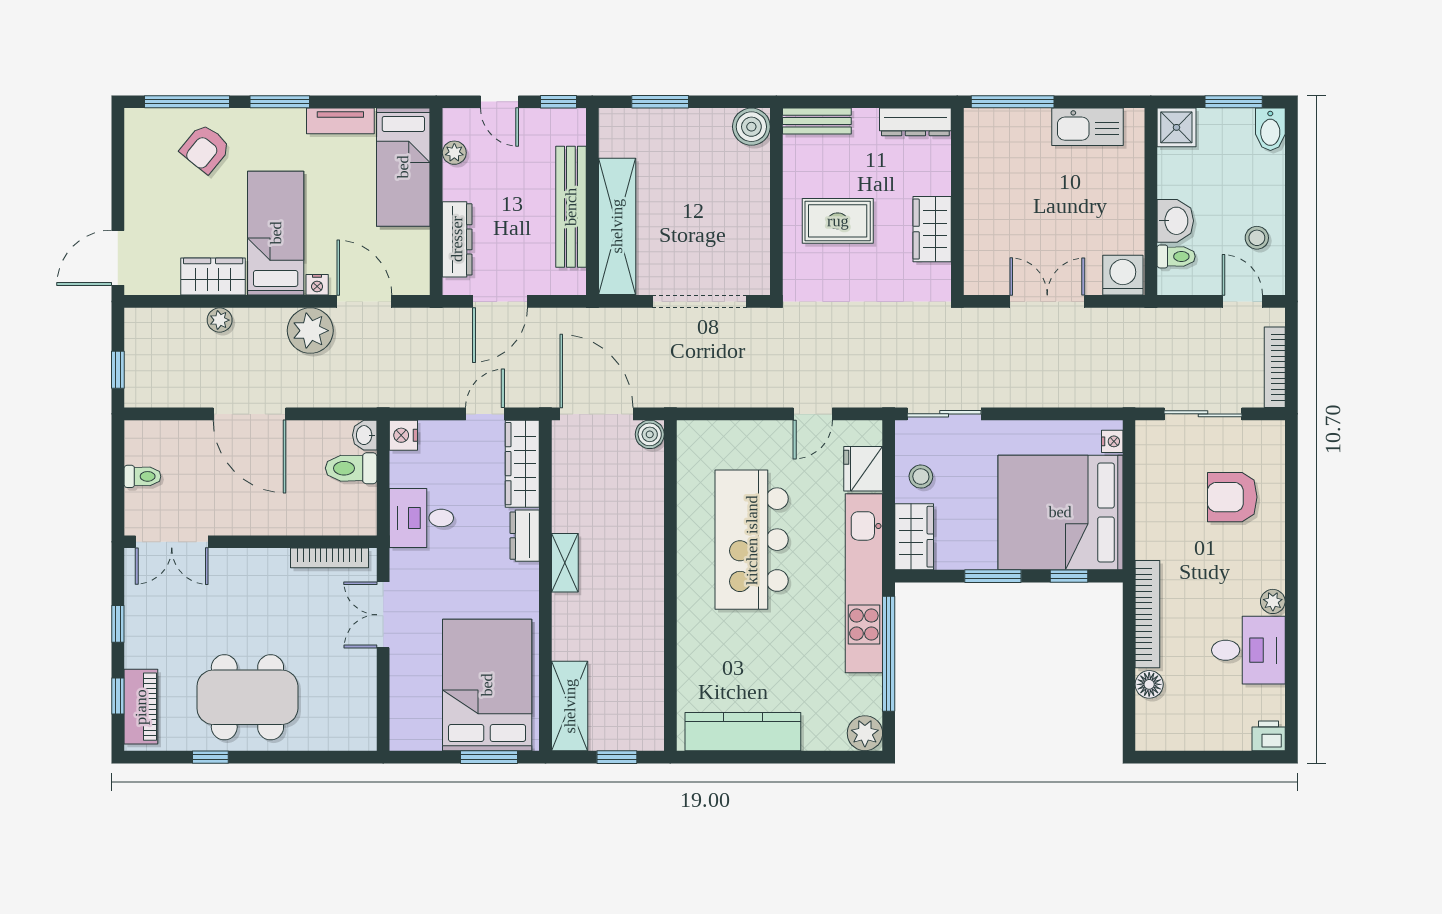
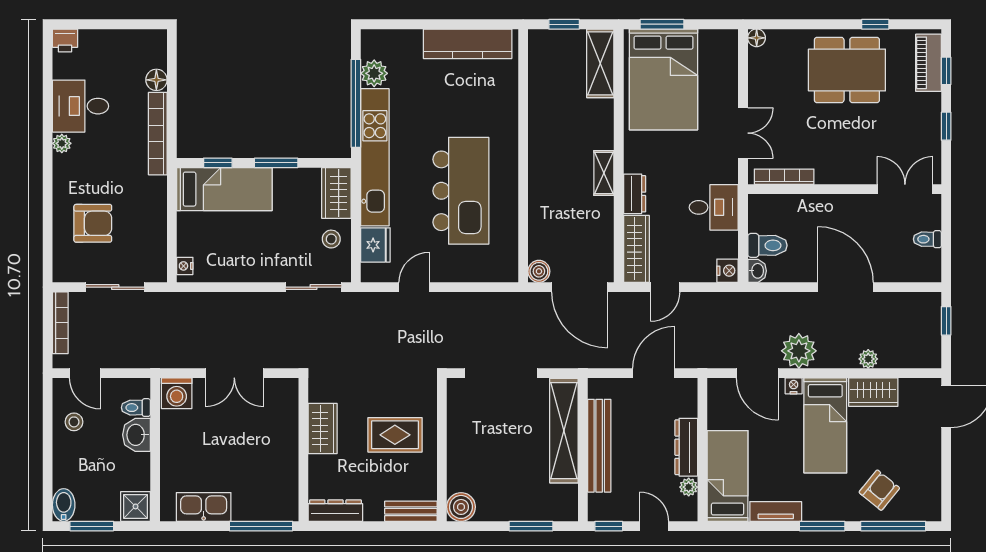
dresser: (457, 239) -> (686, 447), moved
bed: (1060, 512) -> (224, 189), width x0.49
plant: (865, 733) -> (374, 73), moved
floor lamp: (365, 739) -> (757, 38), added

